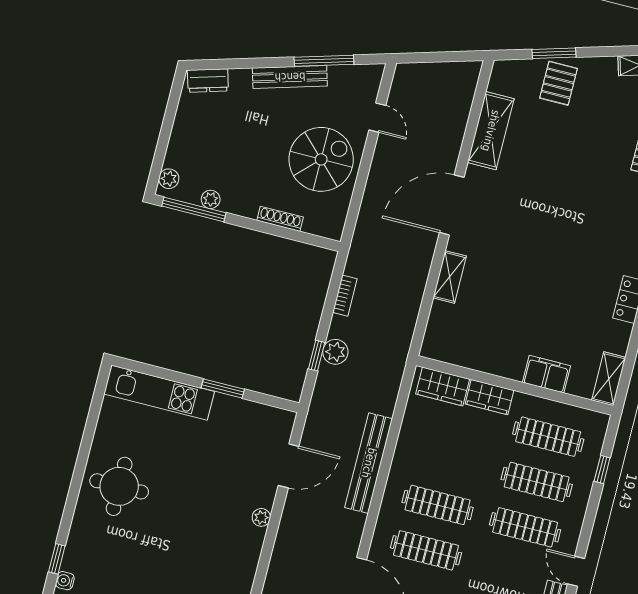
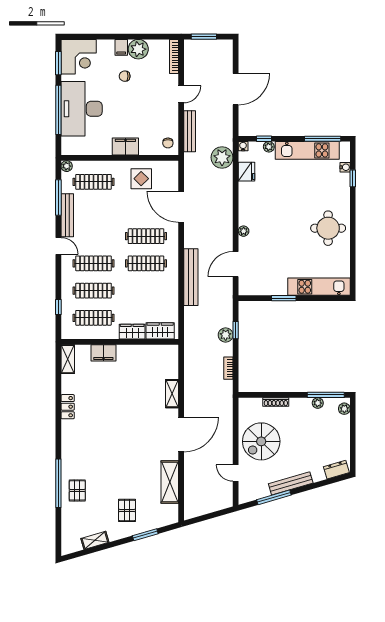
pallet: (559, 83) -> (127, 510), moved

